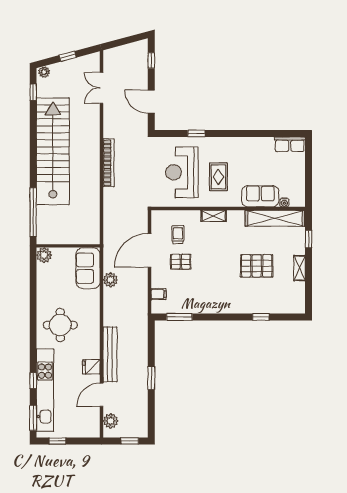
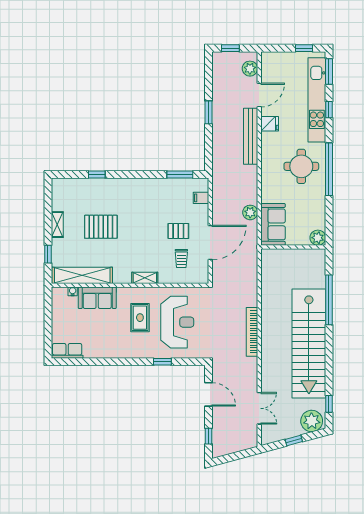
plant: (44, 72) -> (312, 421), width x1.88, depth x1.88
window: (33, 212) -> (329, 300), moved
window: (33, 322) -> (329, 169), added

